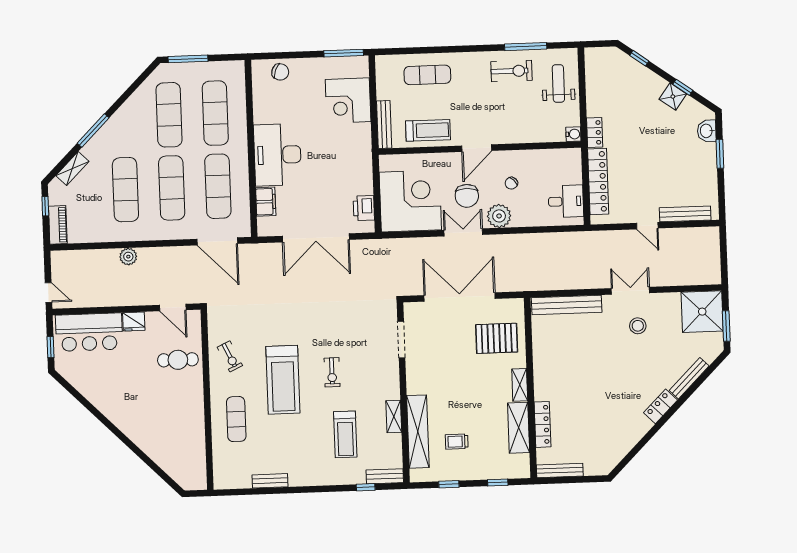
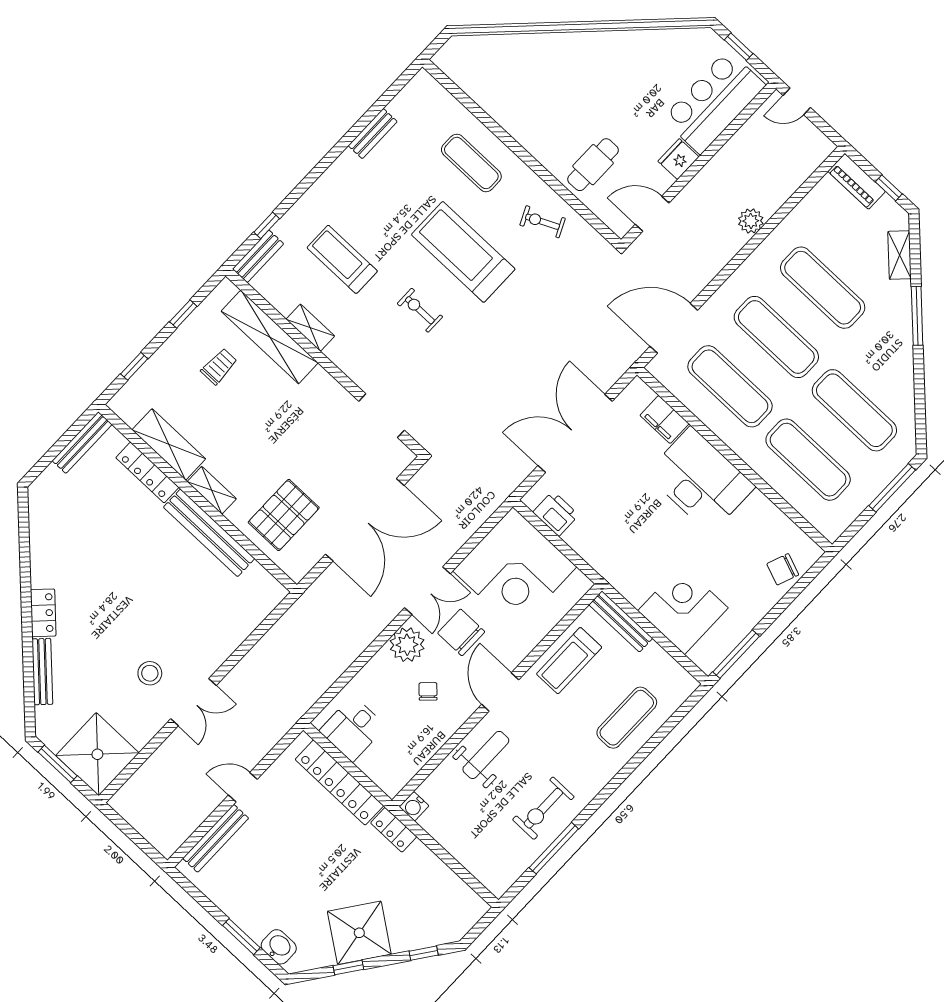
weight bench: (558, 83) -> (486, 755), moved, turned -90
shower: (673, 97) -> (359, 933), width x1.86, depth x1.86
bench: (567, 305) -> (209, 533), moved, turned 90

